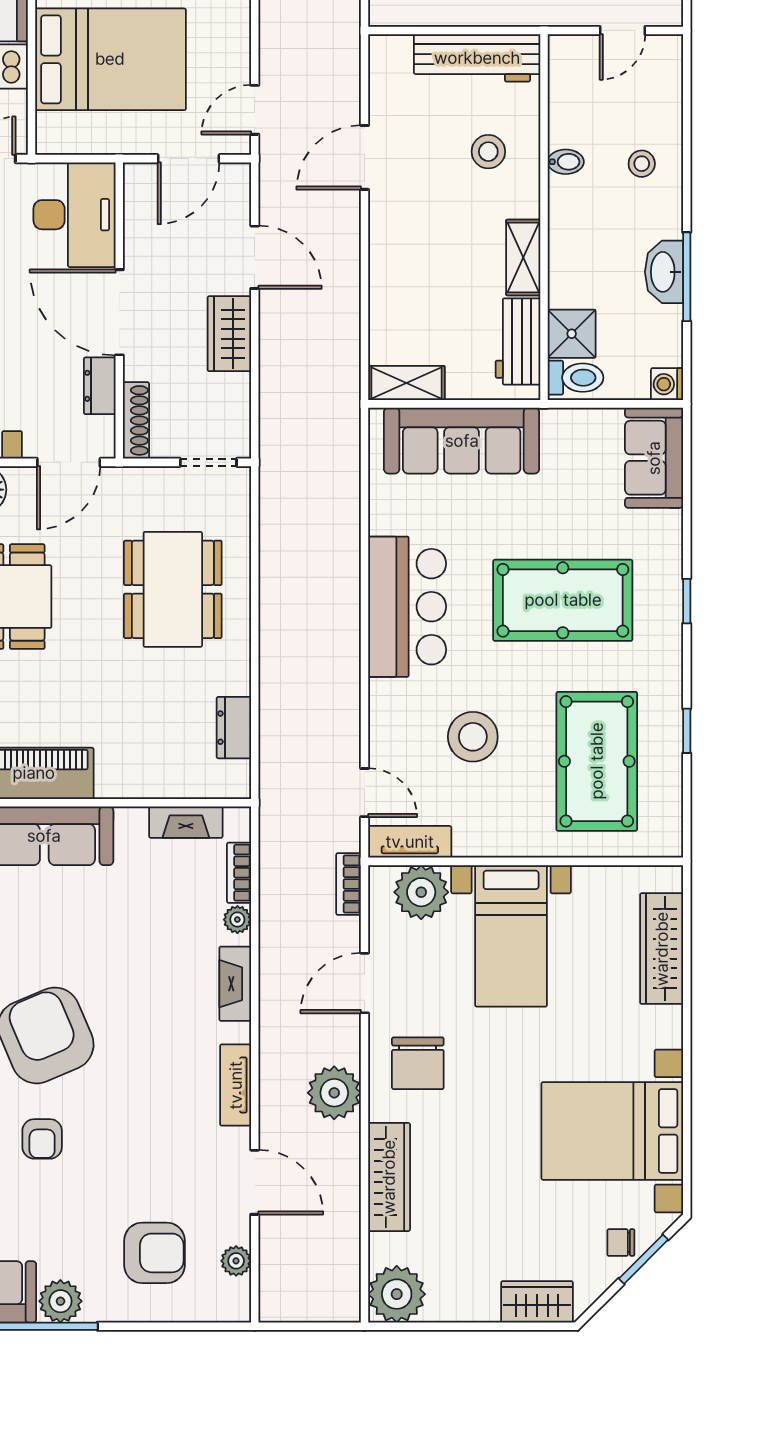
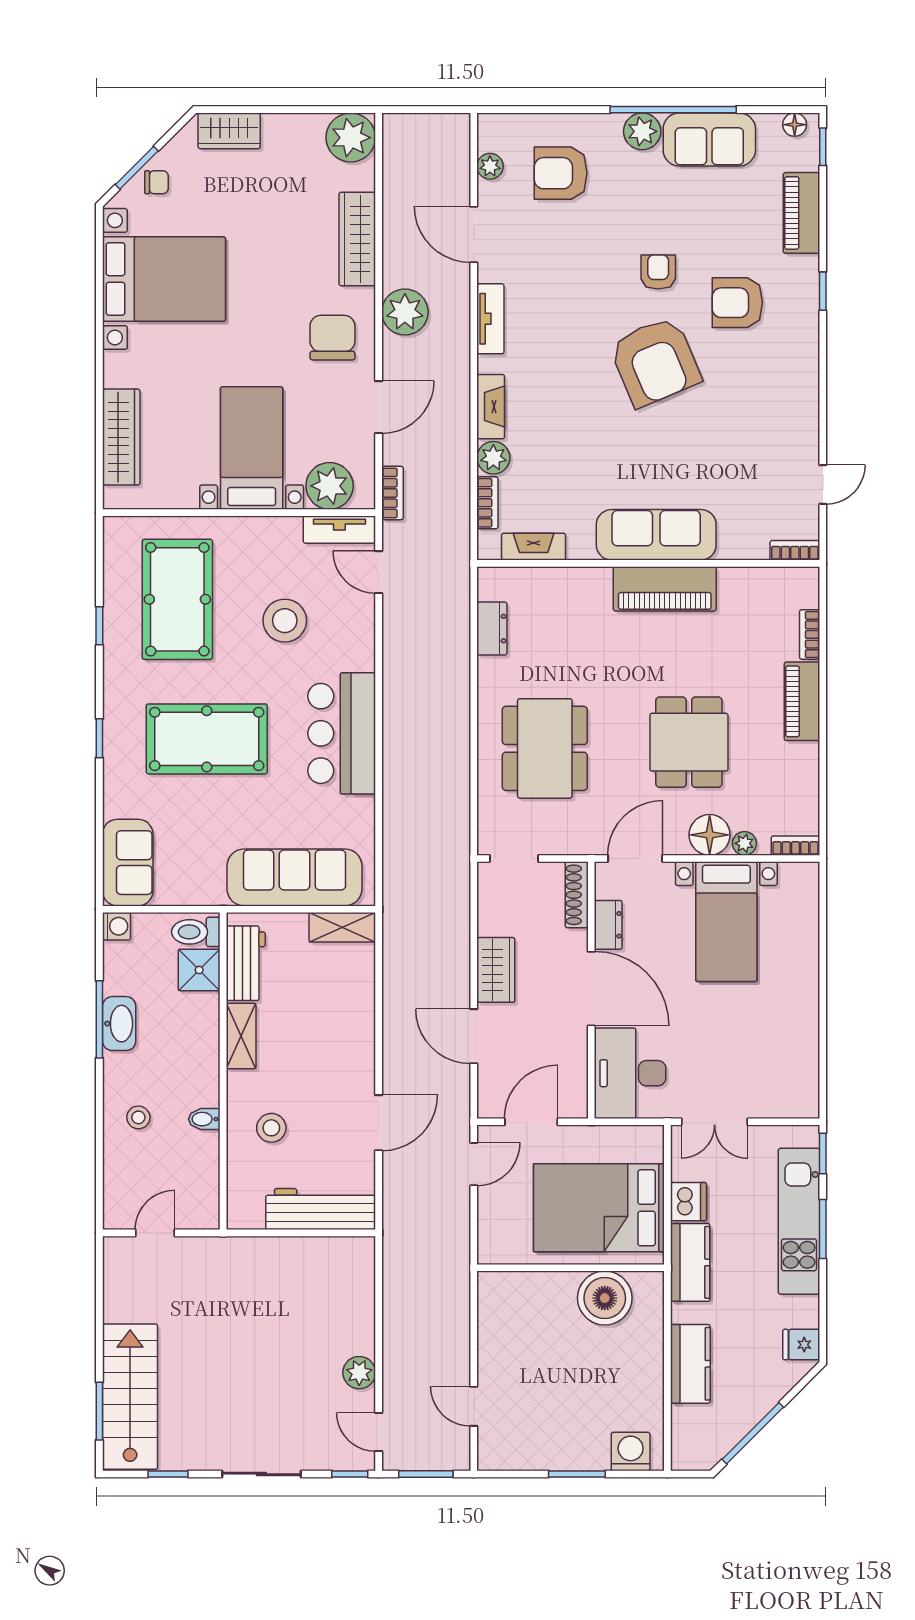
workbench: (477, 58) -> (321, 1209), moved
plant: (237, 920) -> (493, 458), width x1.38, depth x1.38

